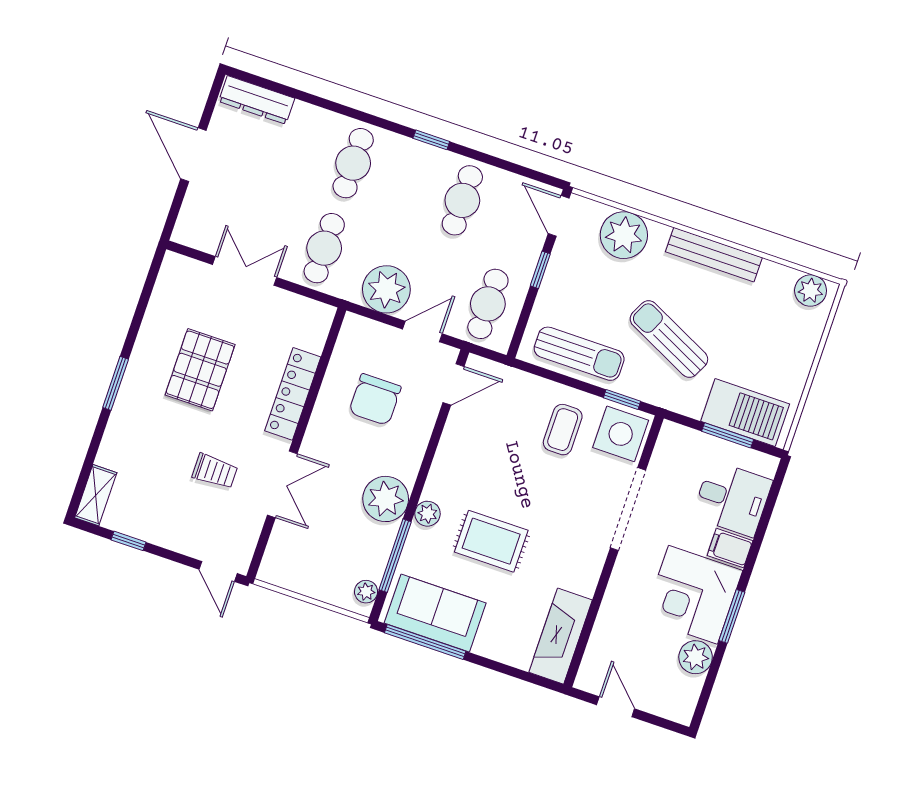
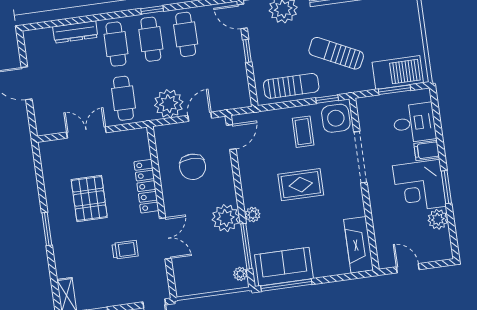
dresser: (257, 100) -> (75, 32), moved
cafe table: (488, 304) -> (151, 39), moved
rug: (491, 541) -> (301, 185), moved

